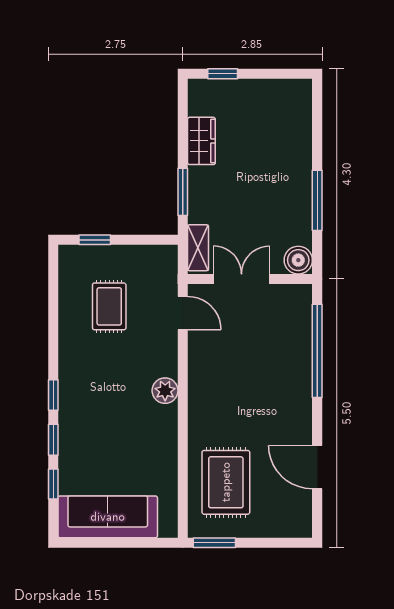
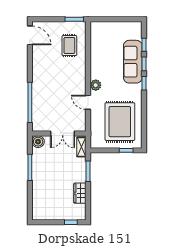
rug: (109, 306) -> (120, 122), width x1.86, depth x2.06
door: (183, 313) -> (88, 102), moved
door: (317, 467) -> (30, 35), moved
rug: (226, 482) -> (69, 45), width x0.73, depth x0.70
sofa: (108, 517) -> (133, 62), moved, turned 90

